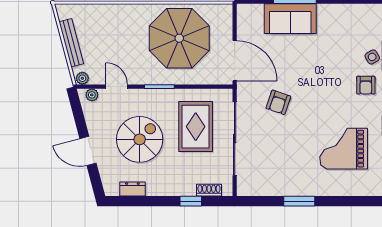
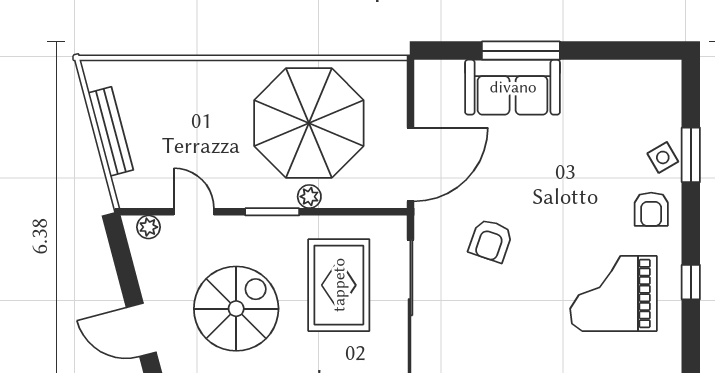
door: (235, 61) -> (410, 165), hinge flipped
plant: (82, 78) -> (309, 197), moved
grand piano: (344, 149) -> (613, 293), moved

